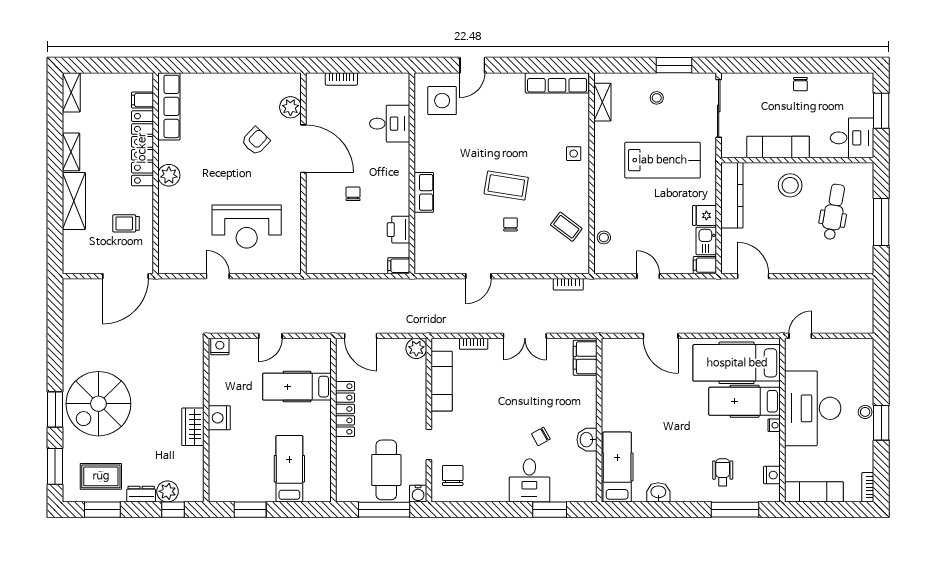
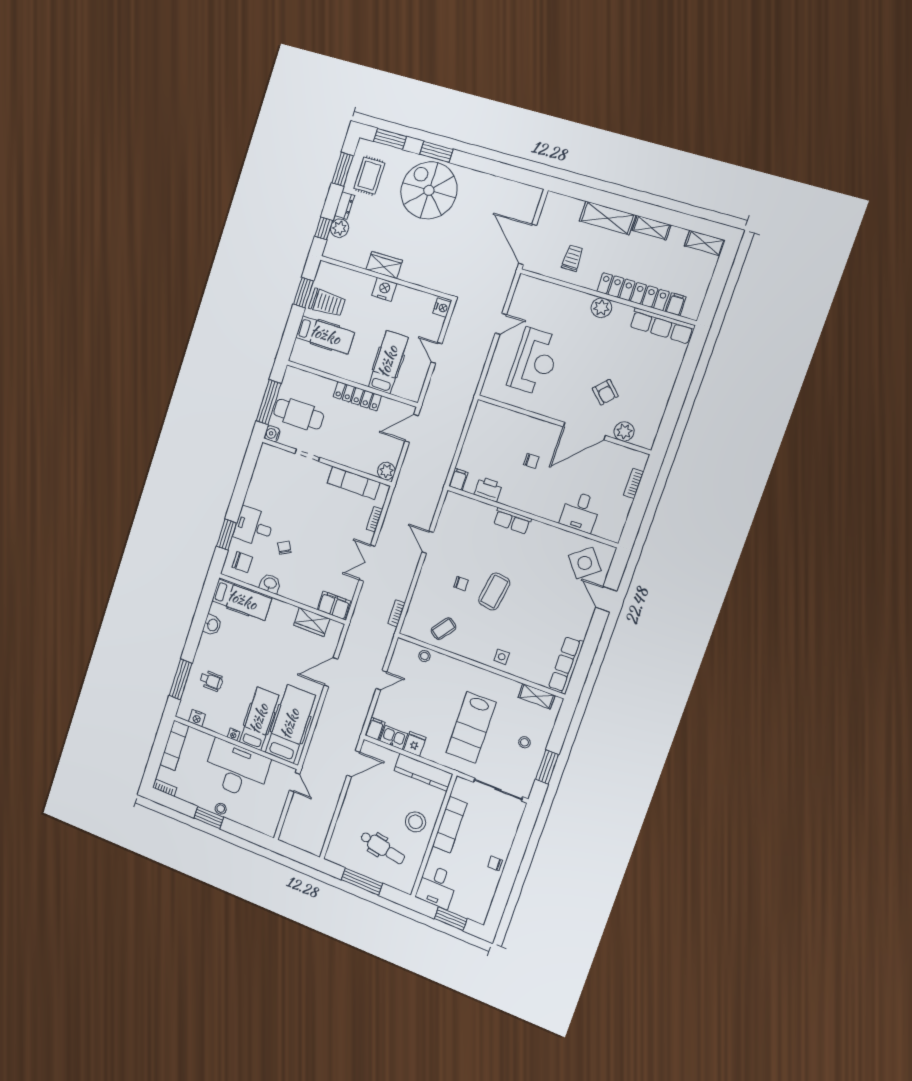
side table: (442, 101) -> (585, 563), turned -38
reception desk: (247, 226) -> (534, 361), turned 180
wardrobe: (613, 377) -> (312, 622), added
chair: (453, 475) -> (242, 562), moved
trolley: (253, 478) -> (327, 303), added

